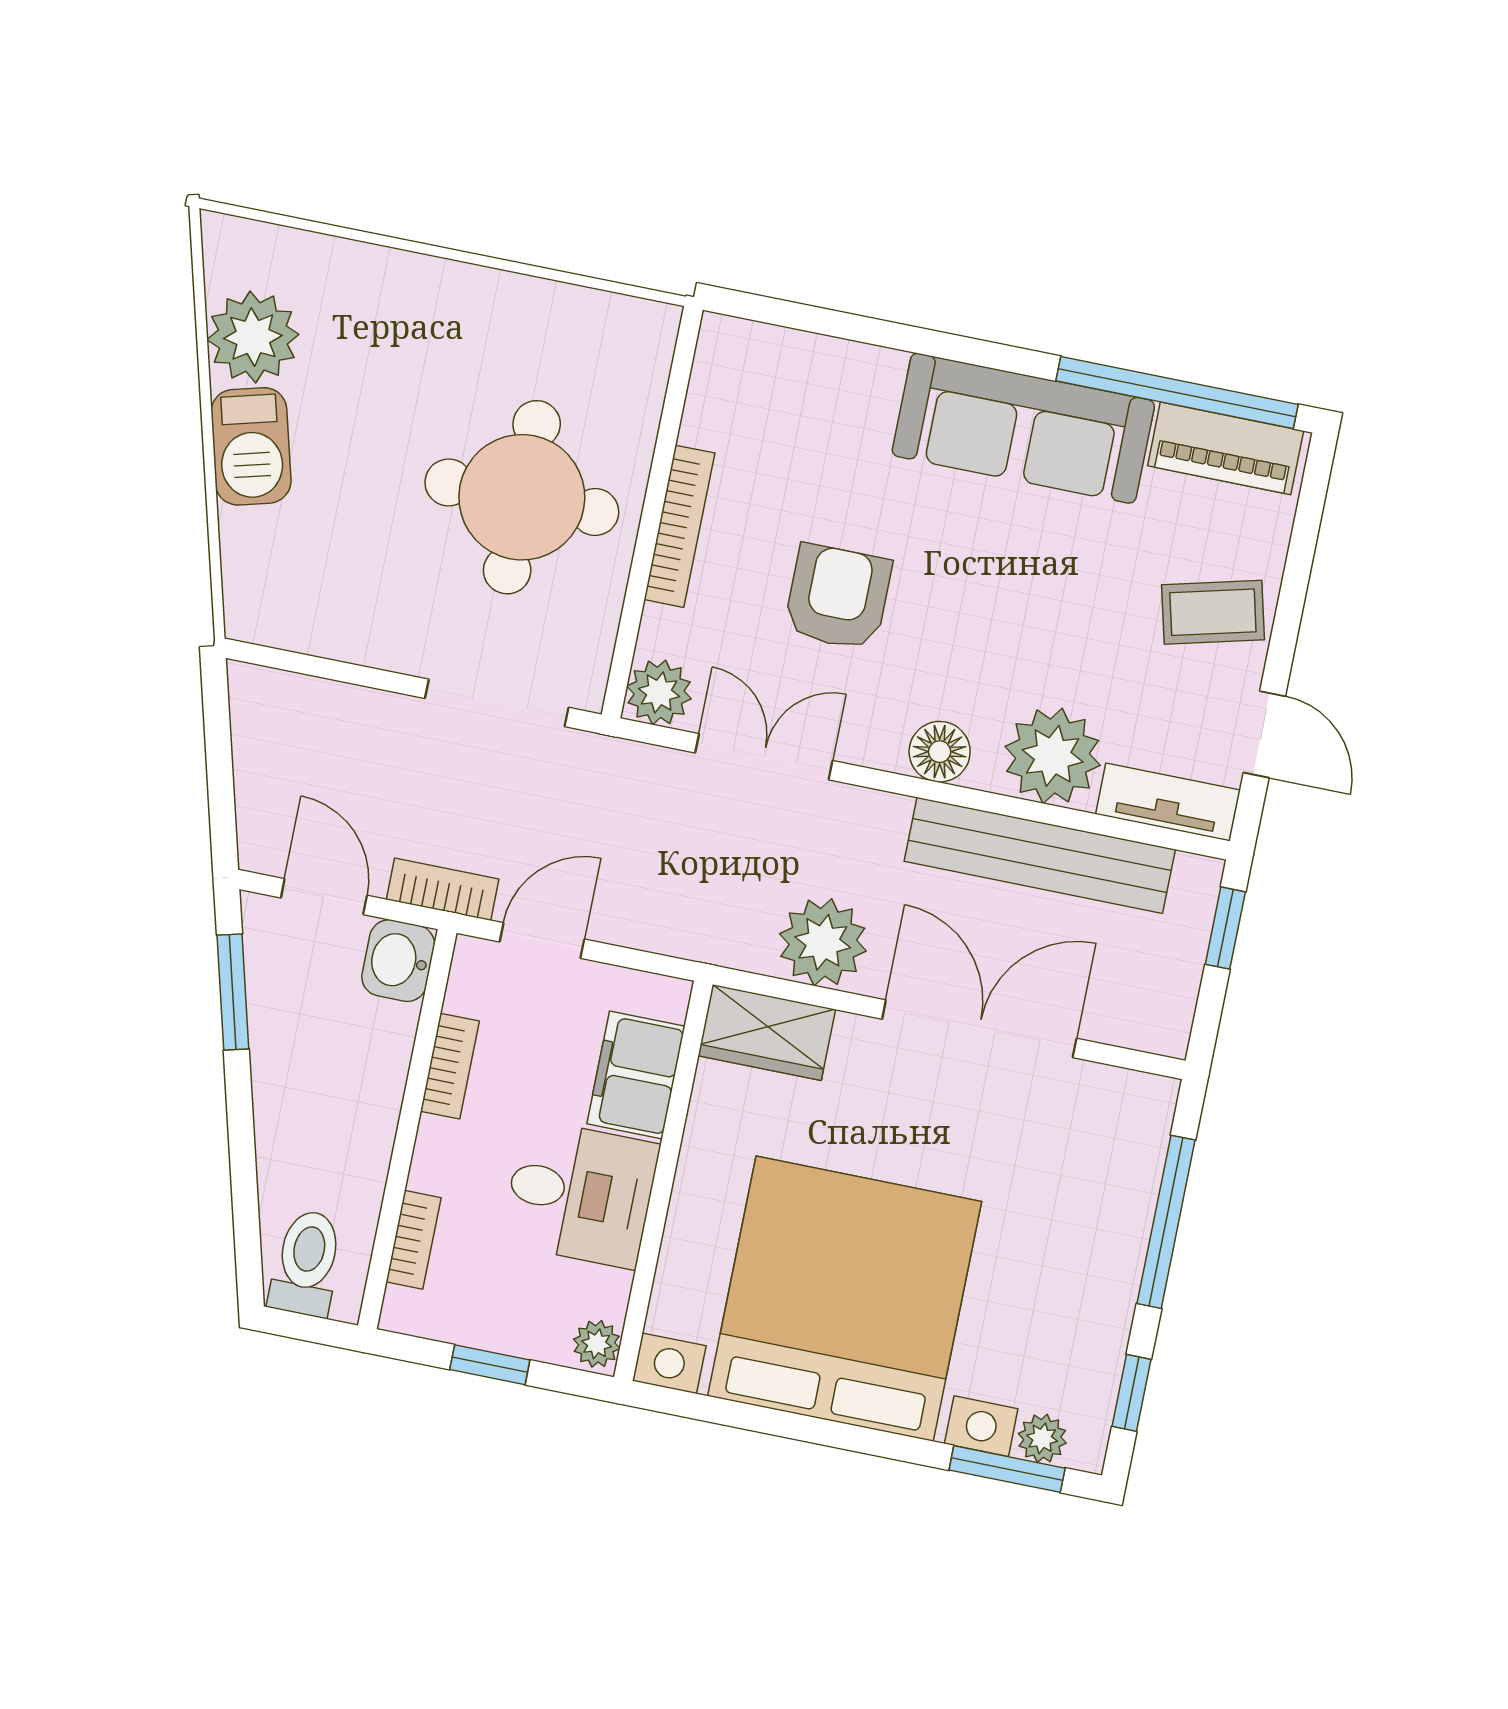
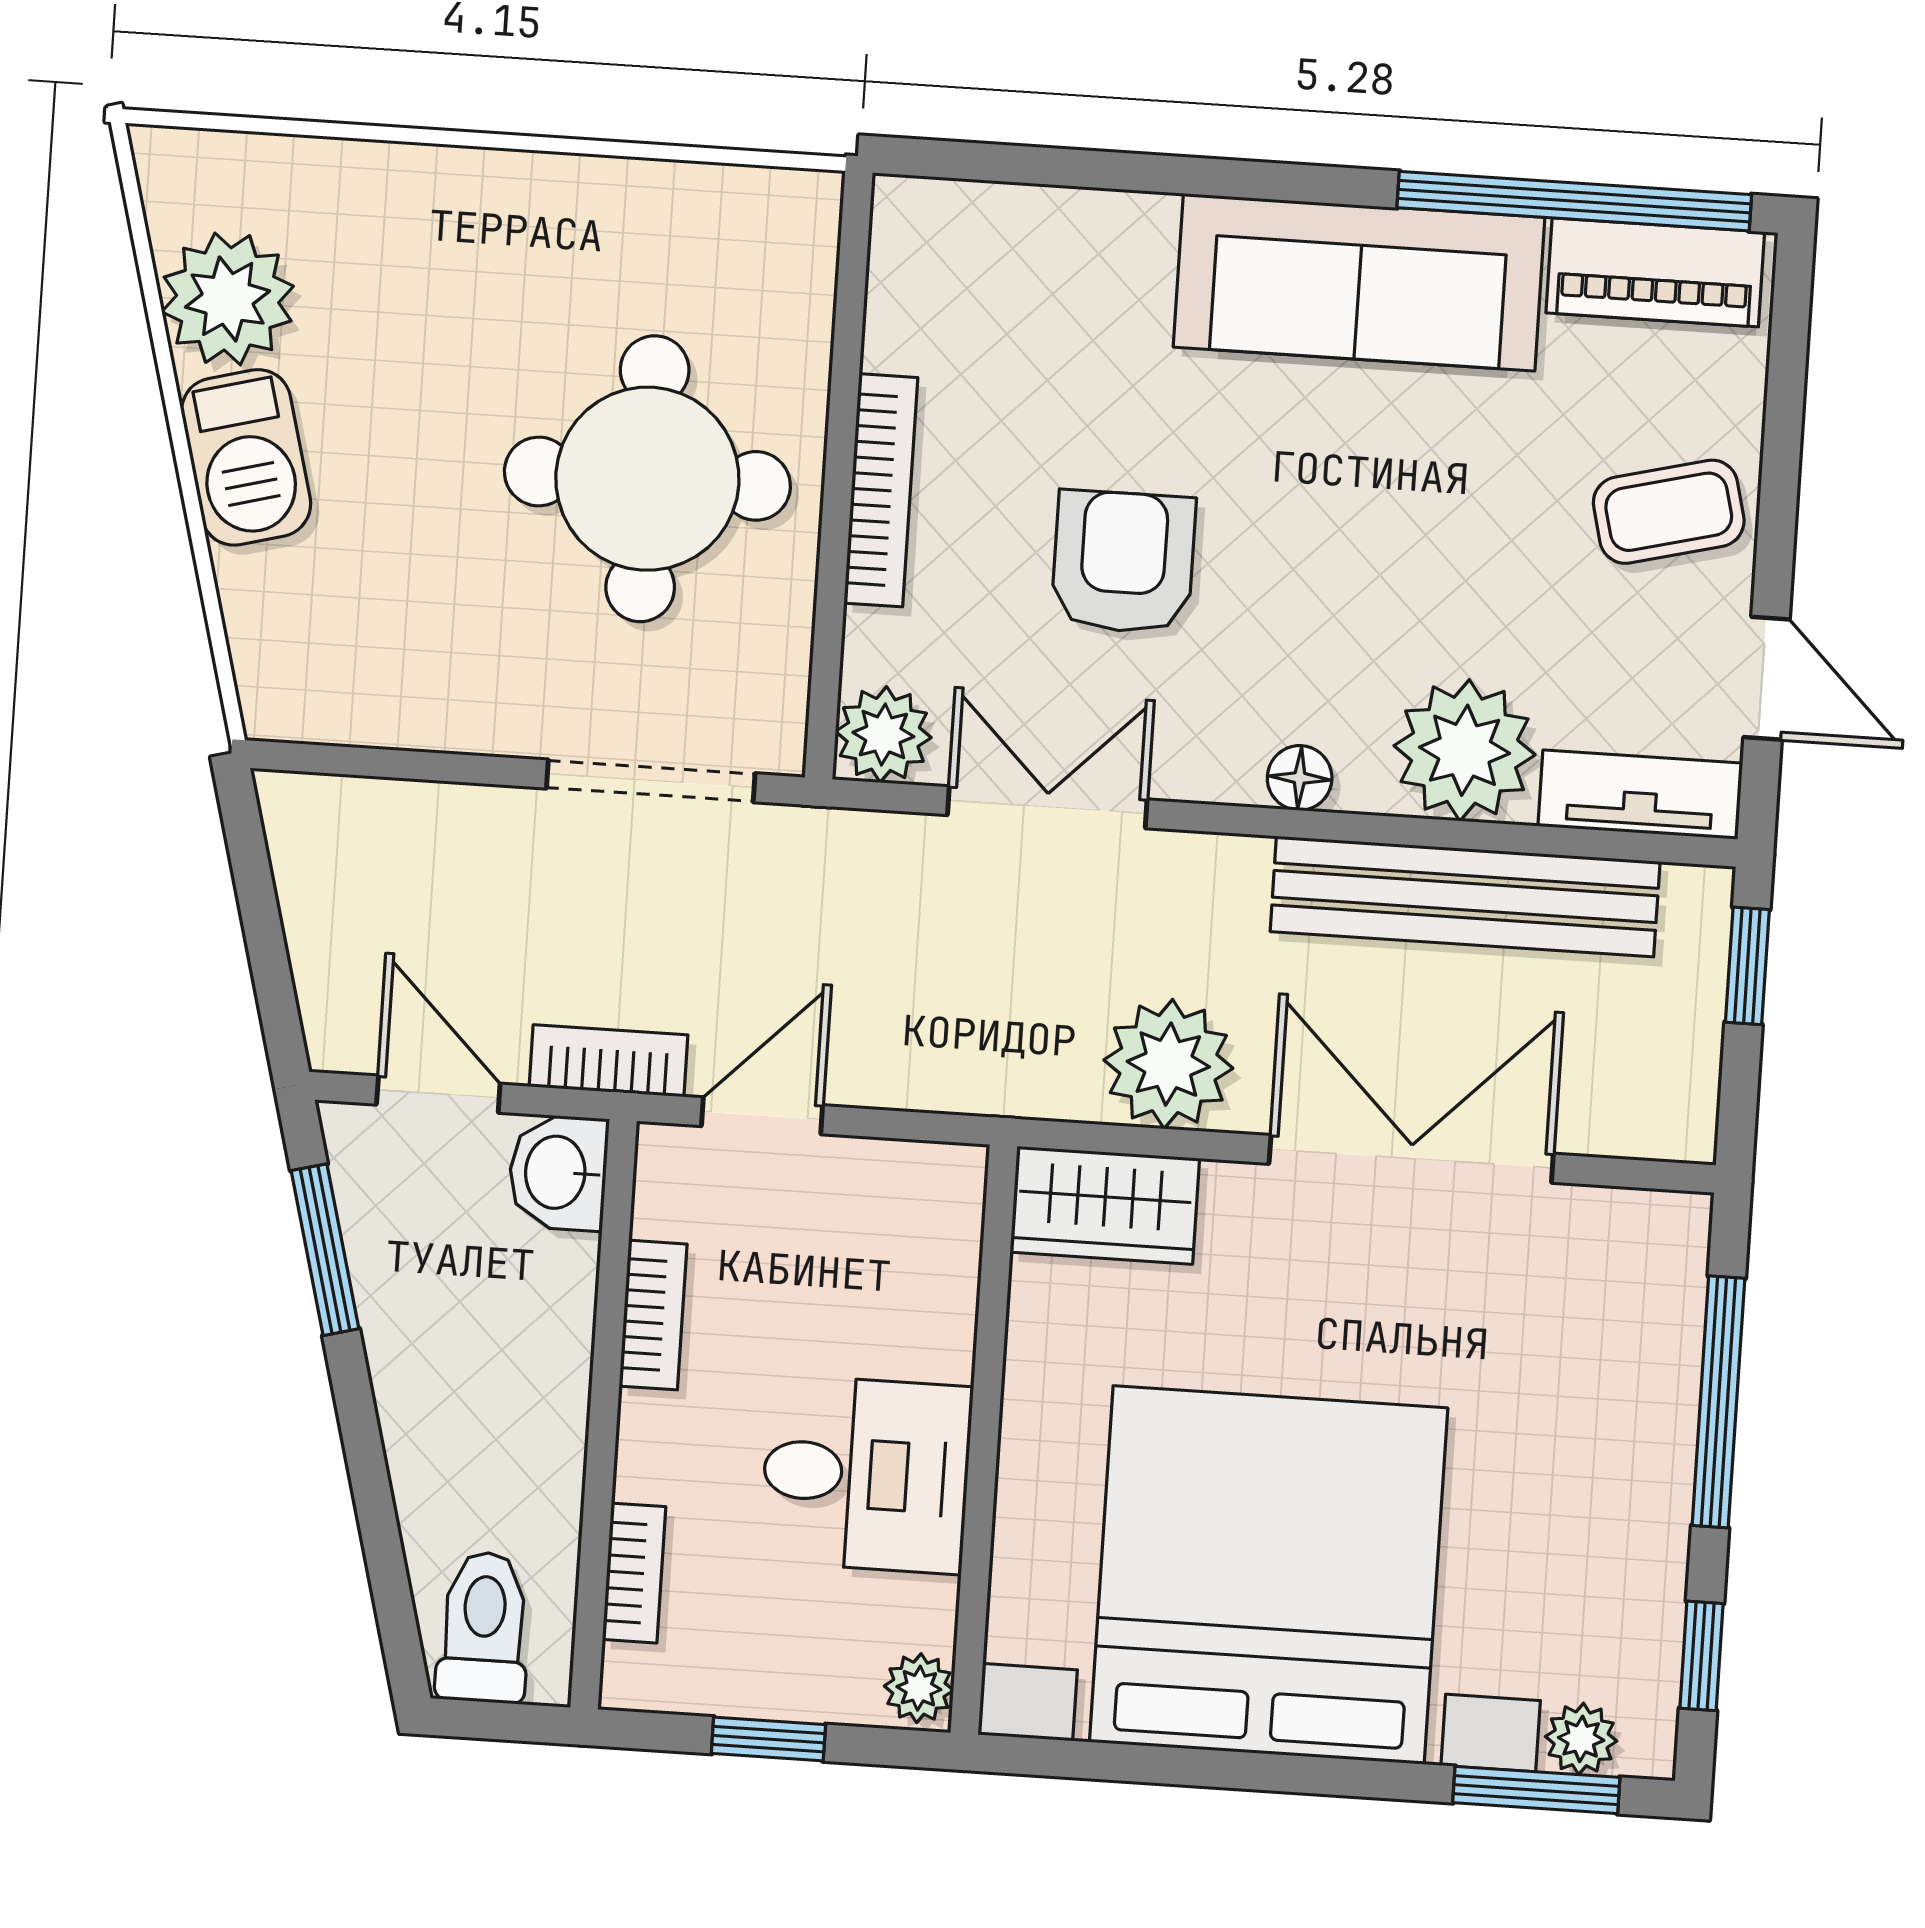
floor lamp: (940, 752) -> (1300, 778), width x0.73, depth x0.73
filing cabinet: (636, 1075) -> (924, 1292), removed

